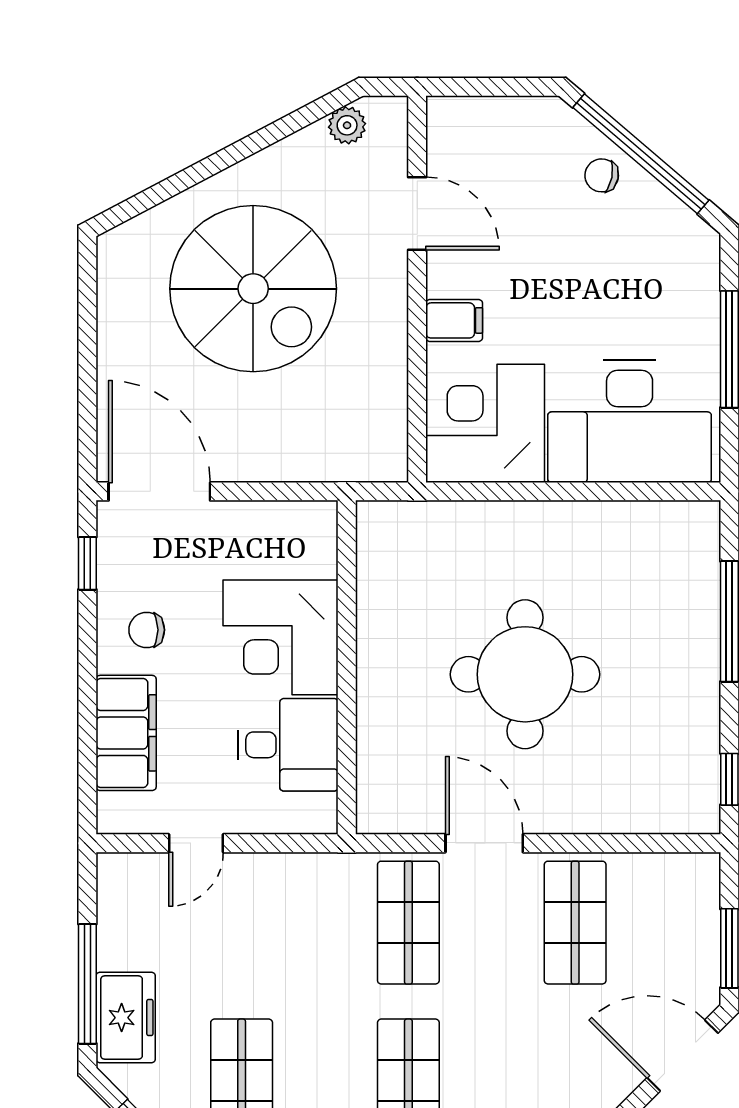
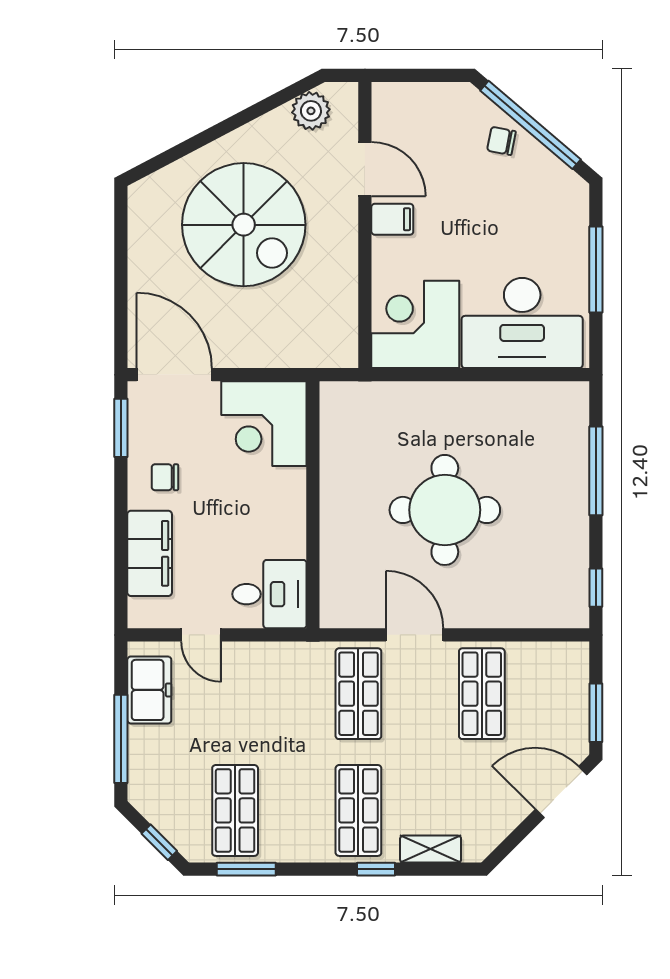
plant: (347, 125) -> (311, 111), width x1.38, depth x1.38
filing cabinet: (454, 320) -> (392, 219), moved
window: (87, 563) -> (121, 428), width x1.50
corner desk: (281, 637) -> (264, 424), moved
desk: (288, 745) -> (269, 594), moved
door: (196, 843) -> (201, 635), hinge flipped
freezer: (126, 1018) -> (149, 690), moved

